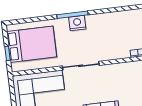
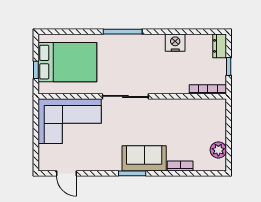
nightstand: (77, 23) -> (175, 43), moved

